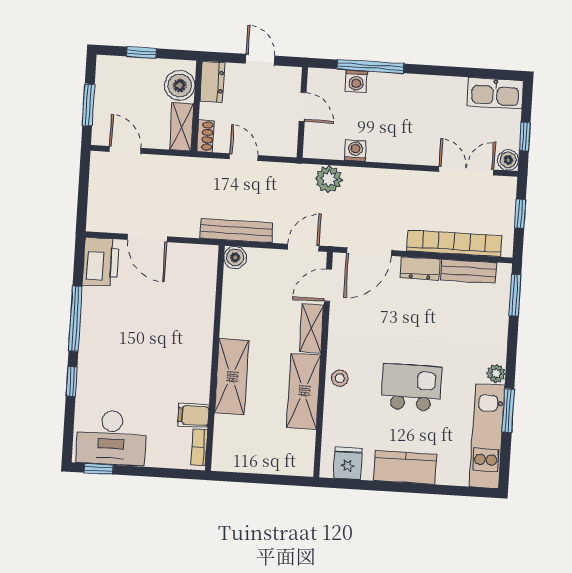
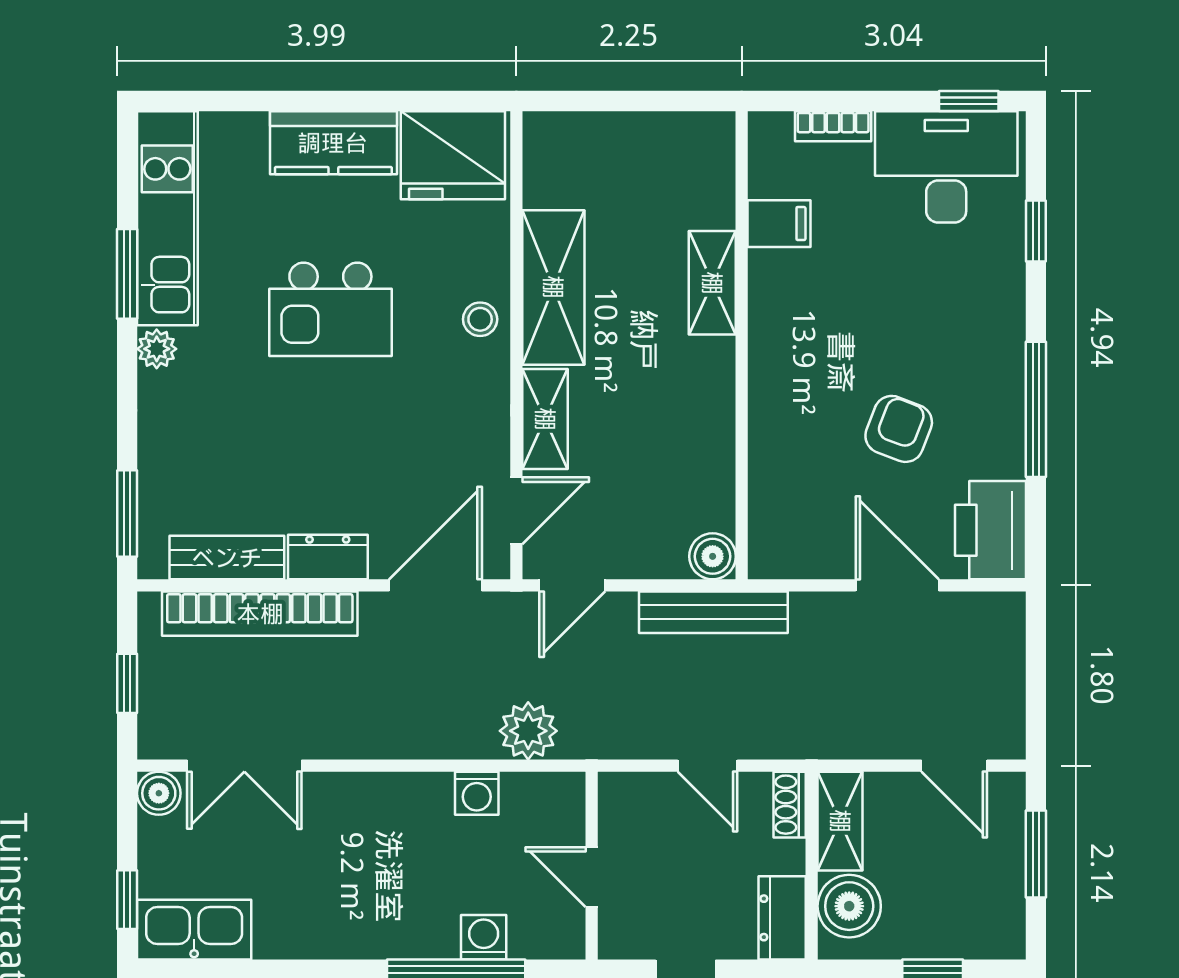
window: (525, 136) -> (127, 900), moved
armchair: (142, 313) -> (899, 429), added
shelving: (232, 377) -> (712, 283), width x0.67, depth x0.75
window: (72, 381) -> (1036, 231), moved
bookcase: (199, 447) -> (833, 126), moved, turned 90
fridge: (348, 463) -> (453, 155), width x1.88, depth x1.34

